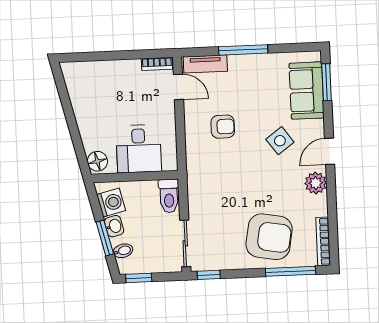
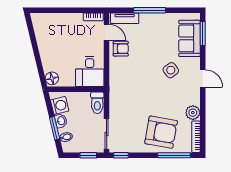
armchair: (223, 127) -> (121, 49), moved
desk: (139, 149) -> (90, 71), moved
door: (330, 151) -> (203, 78), swing flipped
plant: (316, 183) -> (193, 113), moved
window: (139, 278) -> (88, 155), moved

